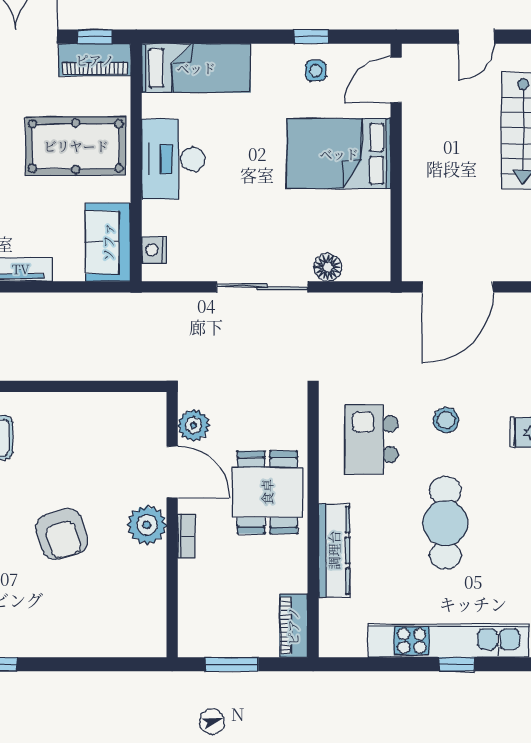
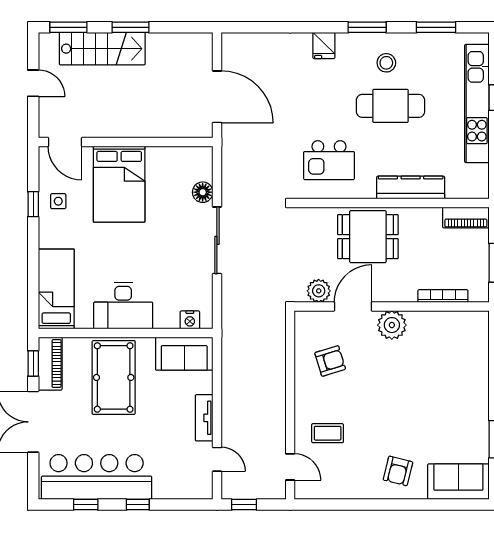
stool: (446, 420) -> (386, 63), moved
armchair: (62, 534) -> (330, 361), moved, width x0.72, depth x0.72
bookcase: (186, 536) -> (443, 296), moved, width x1.56

